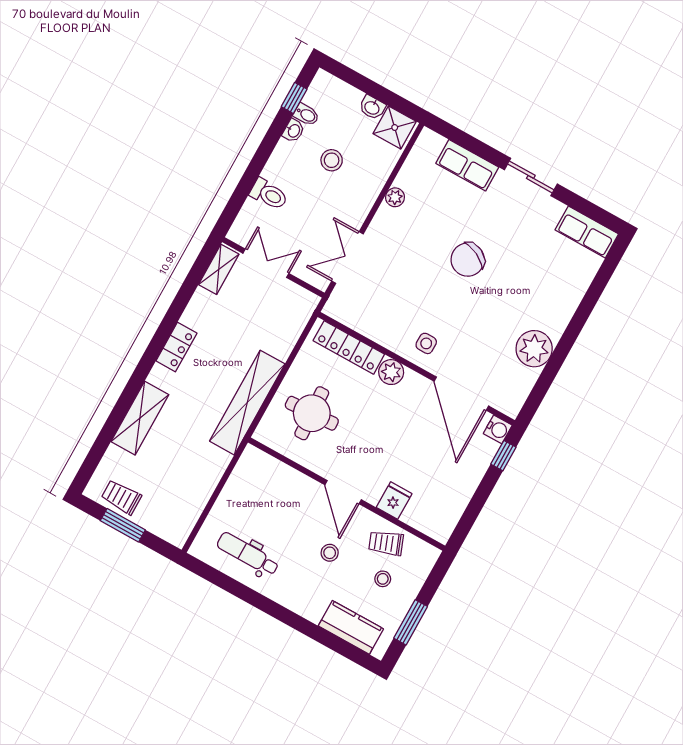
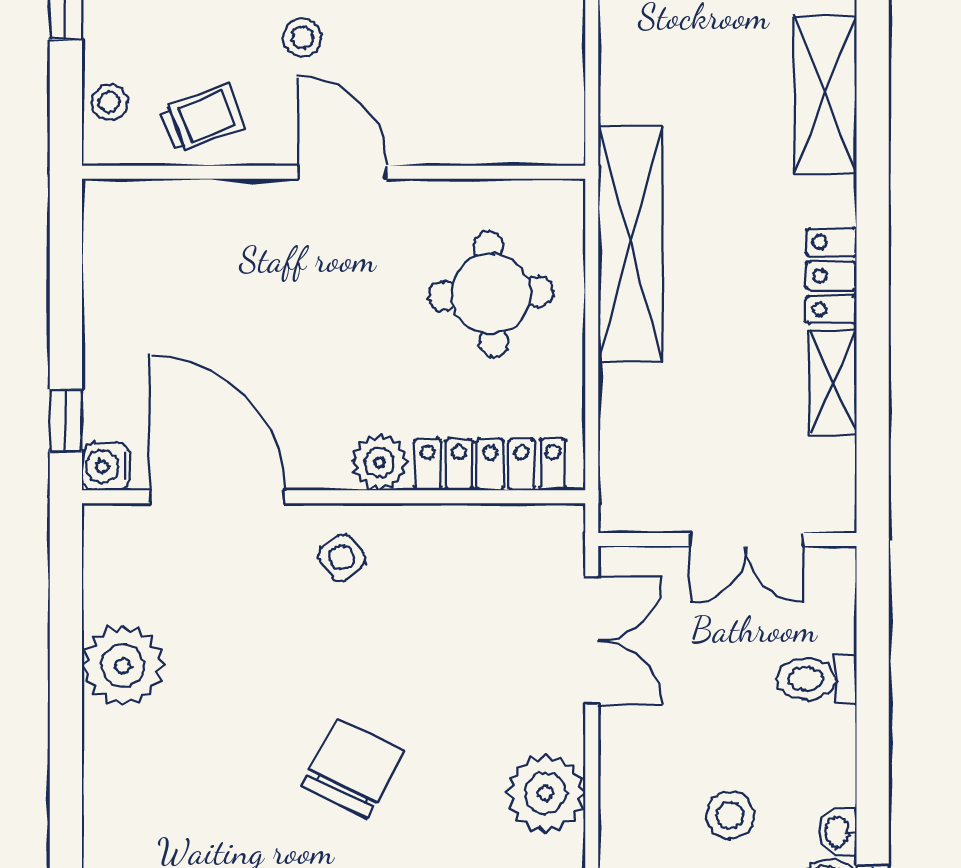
plant: (395, 197) -> (546, 793), width x1.88, depth x1.88
shelving: (219, 269) -> (833, 383), moved
side table: (426, 343) -> (342, 557), turned -38
fridge: (394, 501) -> (232, 212), removed
stool: (383, 579) -> (110, 102), moved

